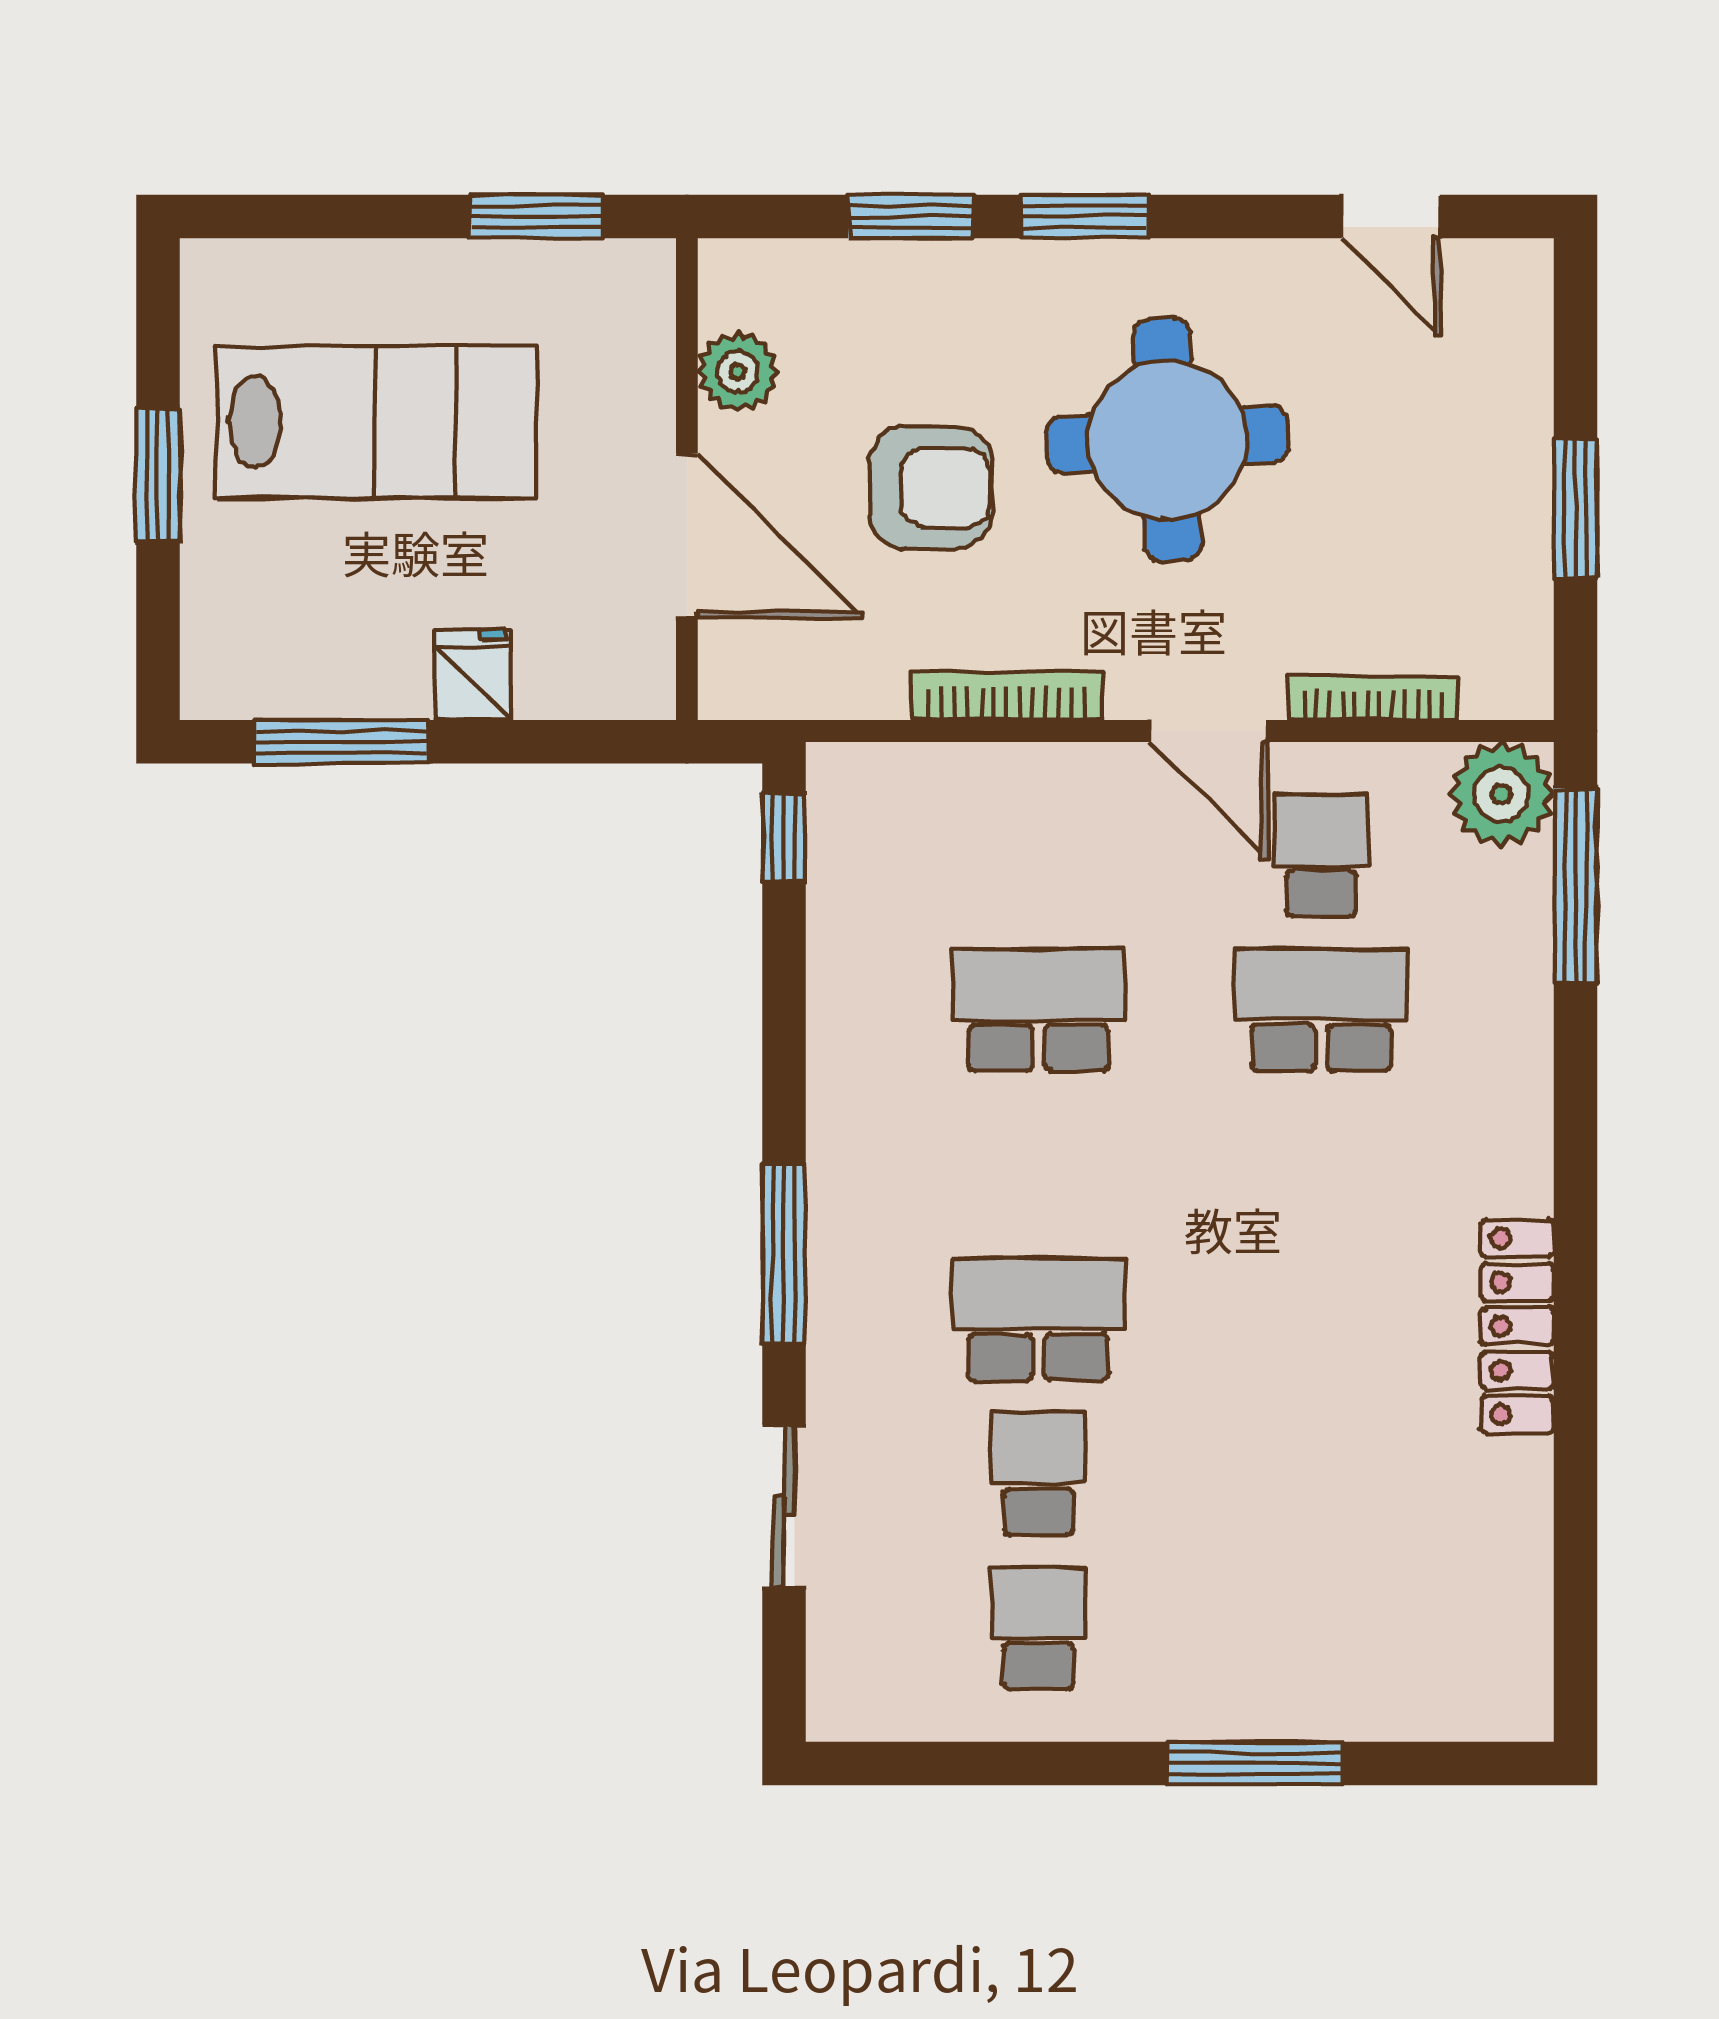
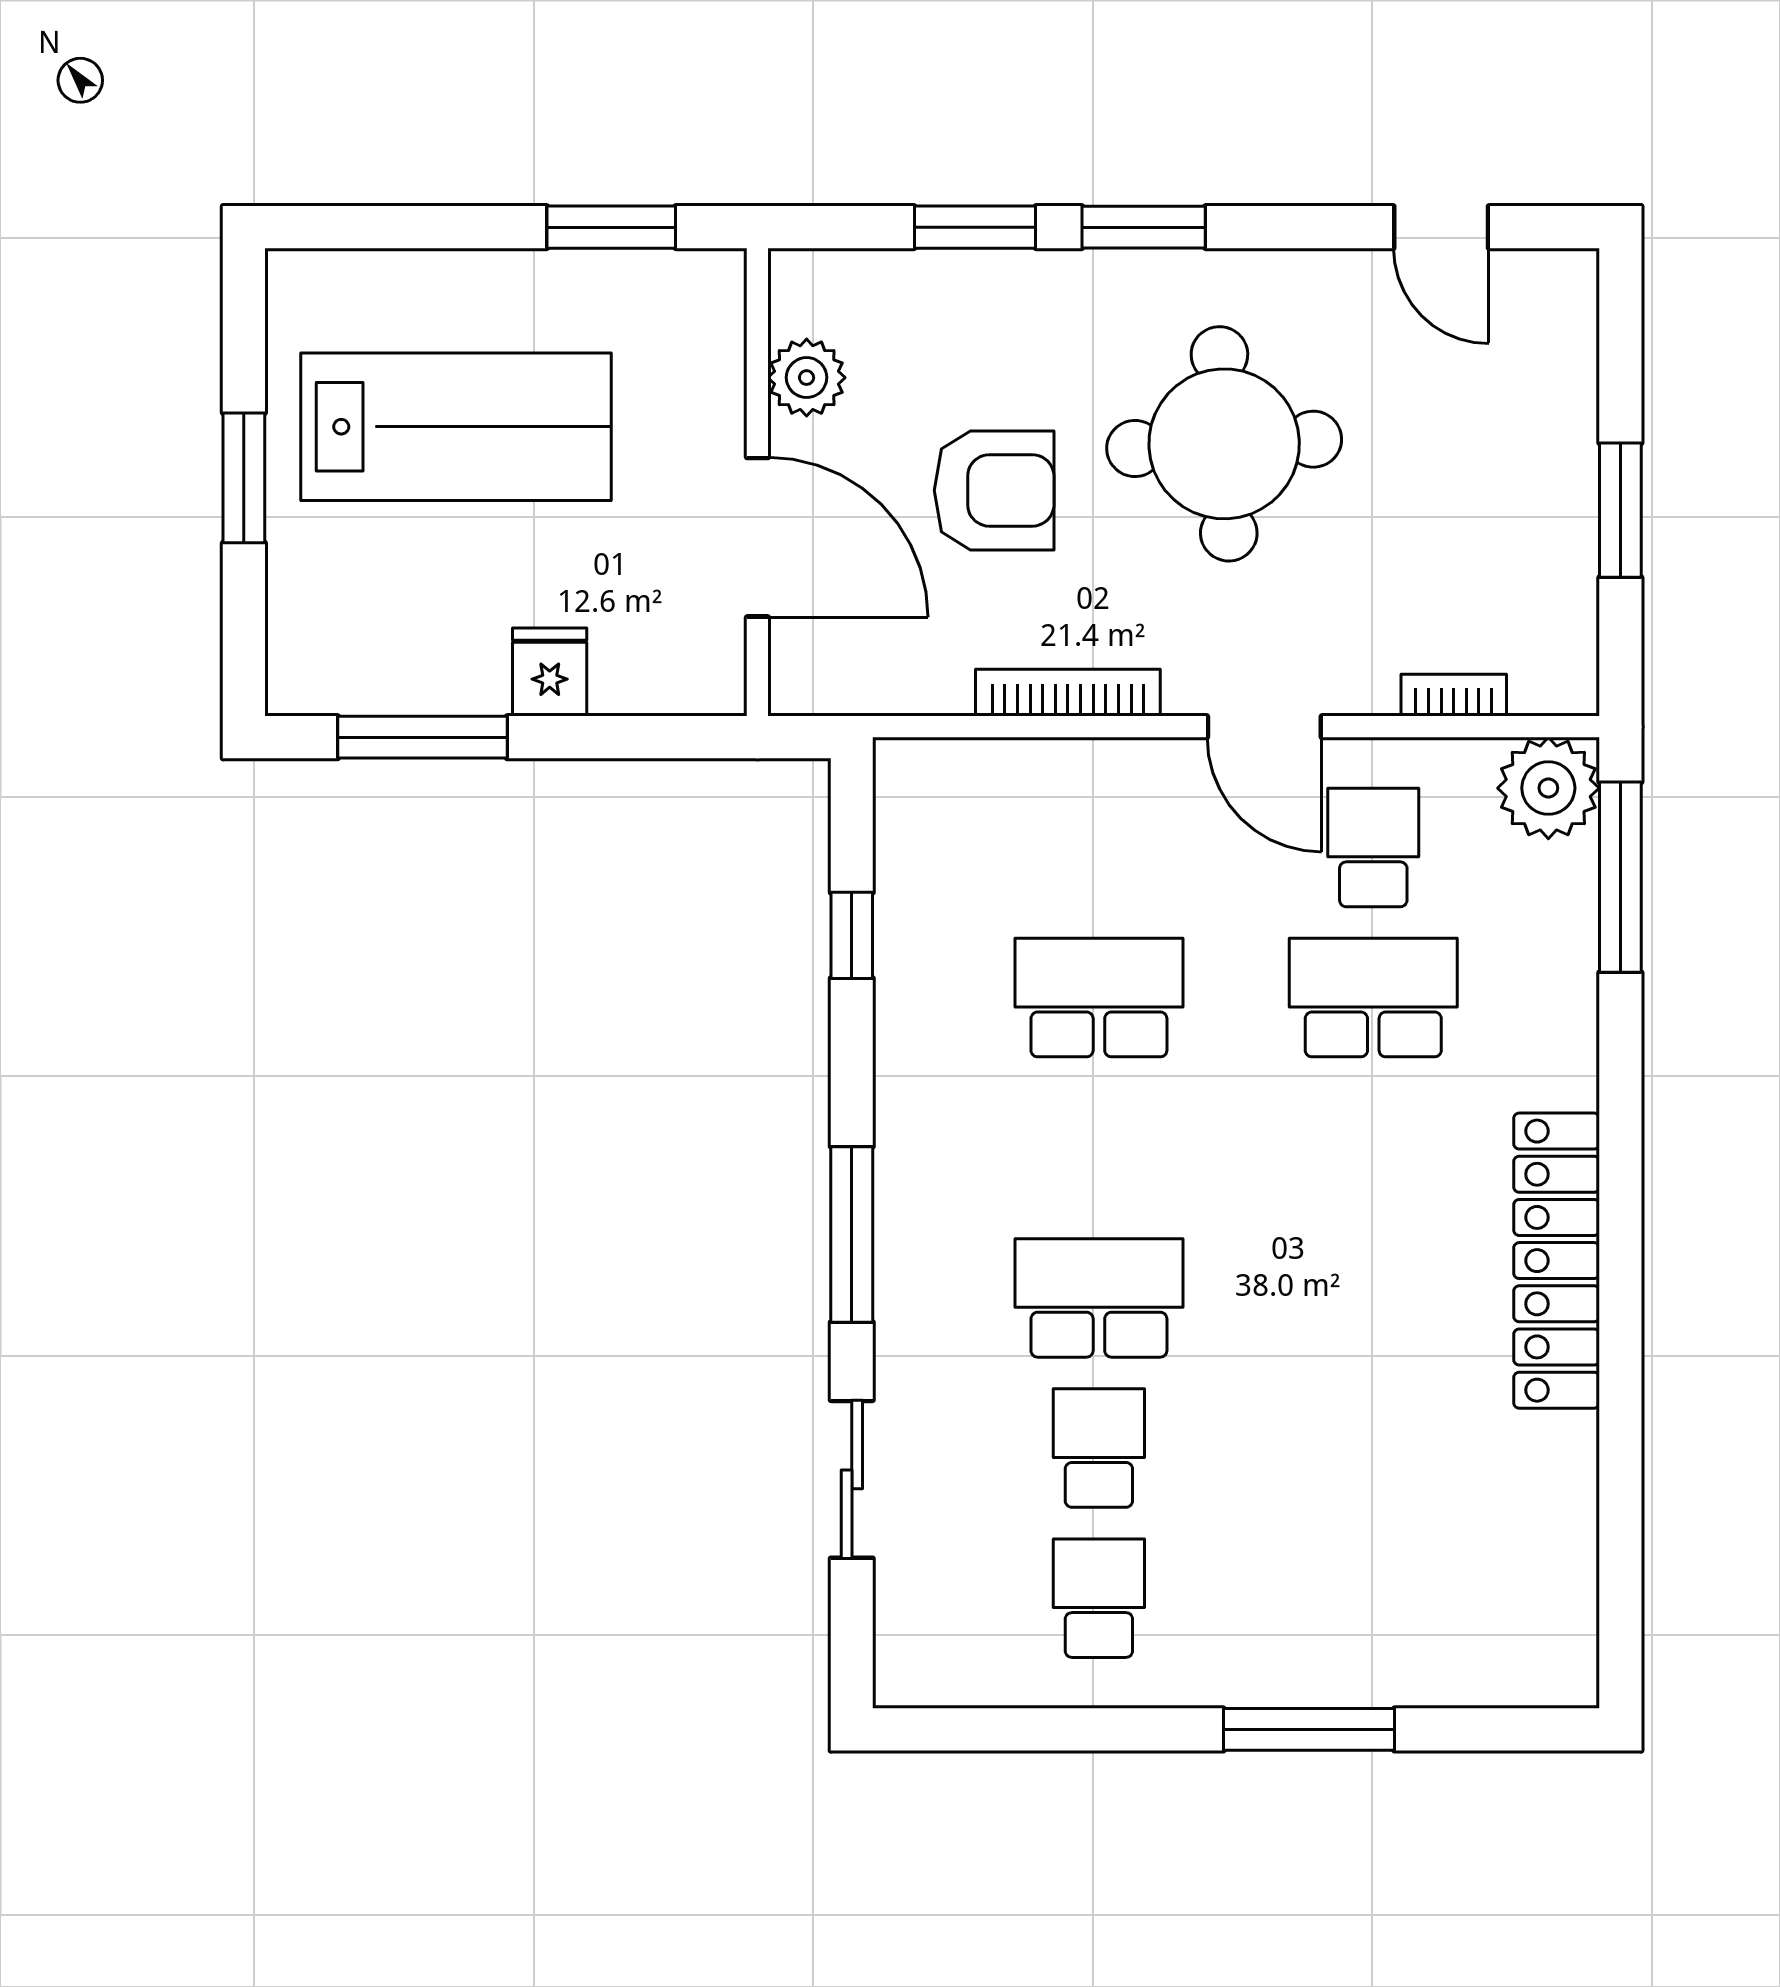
bookcase: (1373, 699) -> (1454, 695), width x0.64
window: (784, 837) -> (852, 935), moved
locker: (1517, 1326) -> (1557, 1261), width x1.41, depth x1.21

